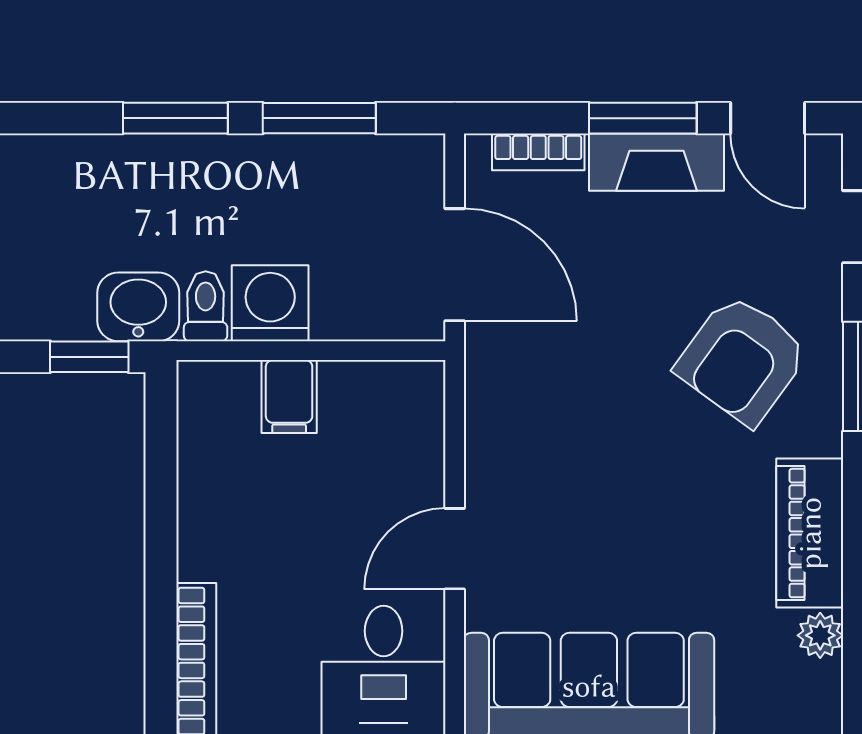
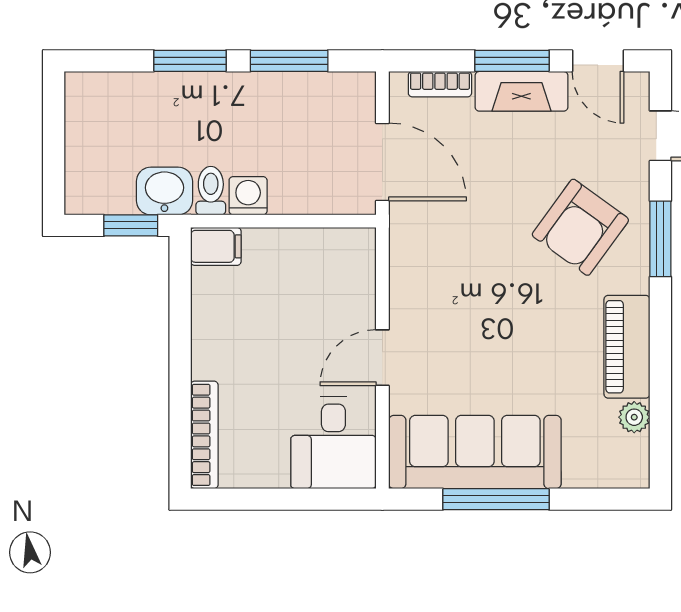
washing machine: (270, 303) -> (248, 196), width x0.73, depth x0.73
filing cabinet: (289, 396) -> (216, 246), moved, turned -90

